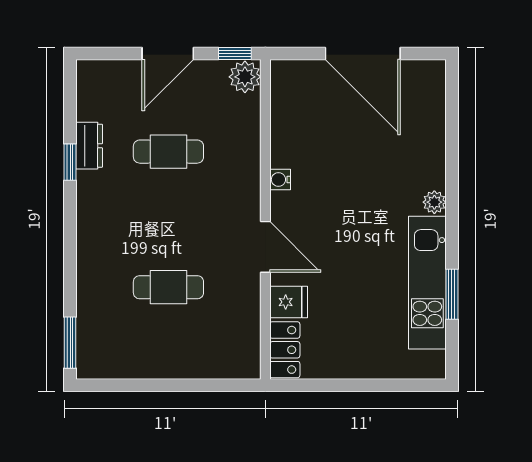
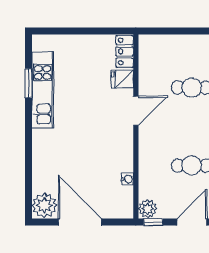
water cooler: (280, 180) -> (127, 179), moved
plant: (434, 202) -> (44, 205), moved, width x1.87, depth x1.87
door: (265, 247) -> (136, 111), swing flipped

